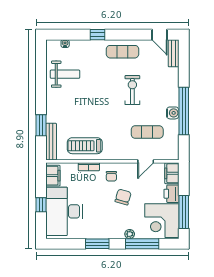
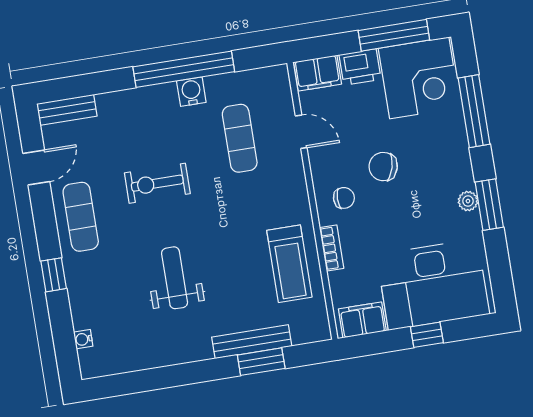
door: (159, 35) -> (36, 167), moved
weight bench: (65, 74) -> (175, 278), moved
bench: (51, 142) -> (252, 342), moved
plant: (130, 234) -> (468, 201), moved

